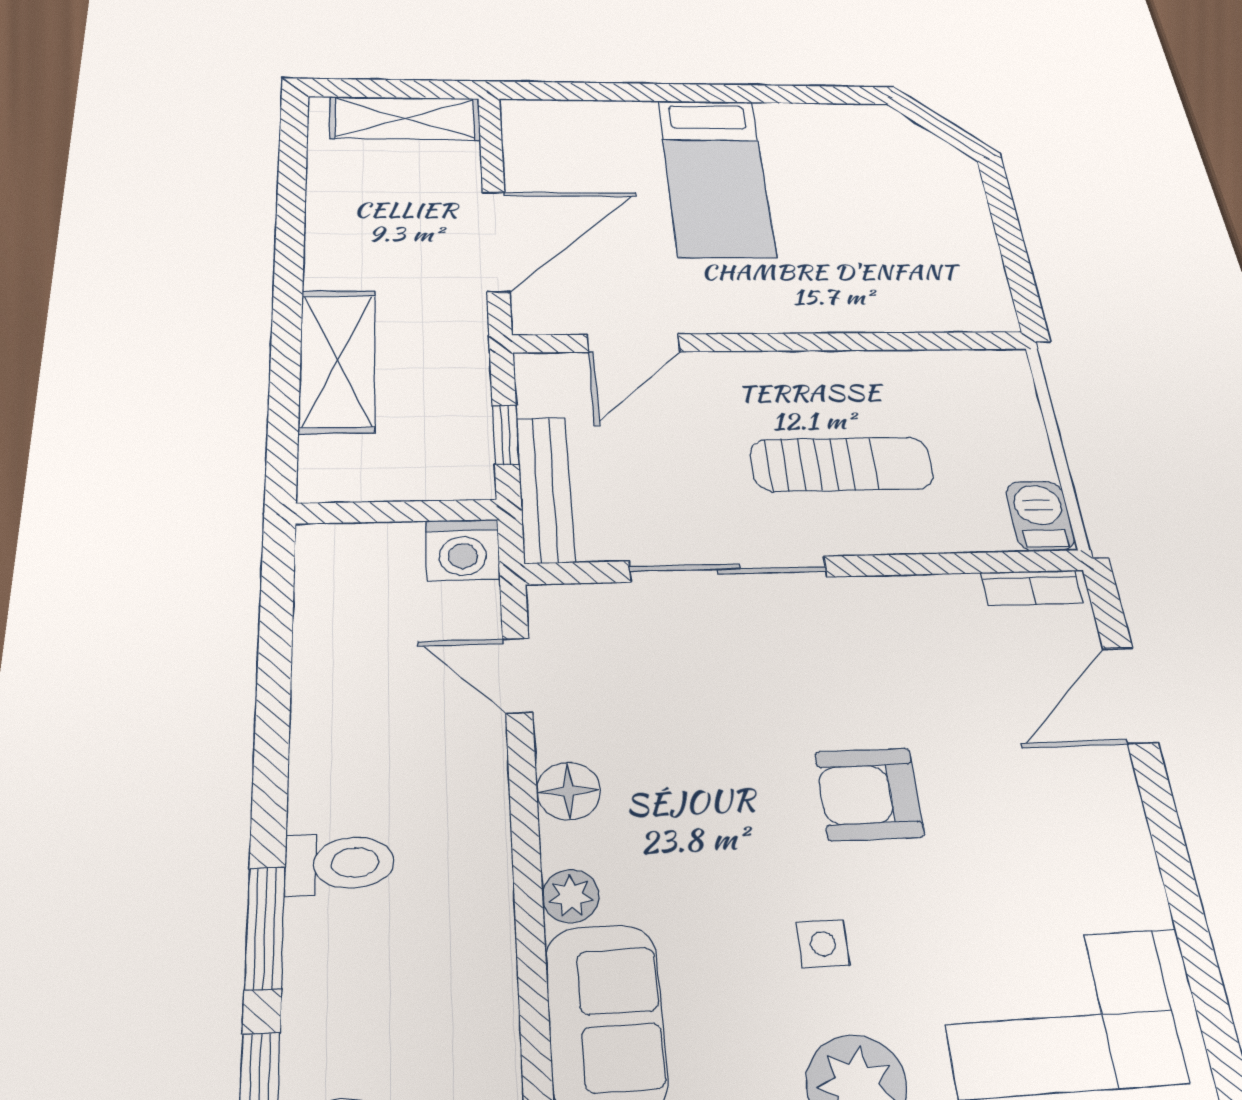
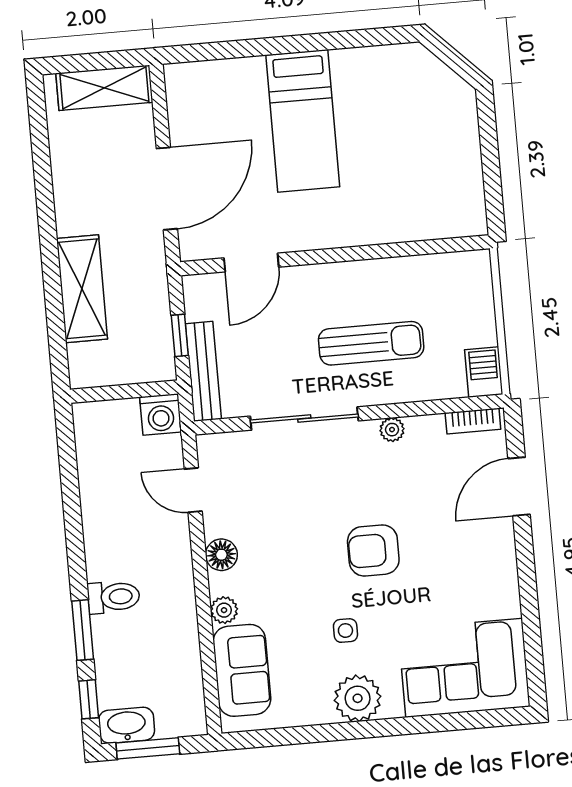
plant: (889, 594) -> (392, 430), added

